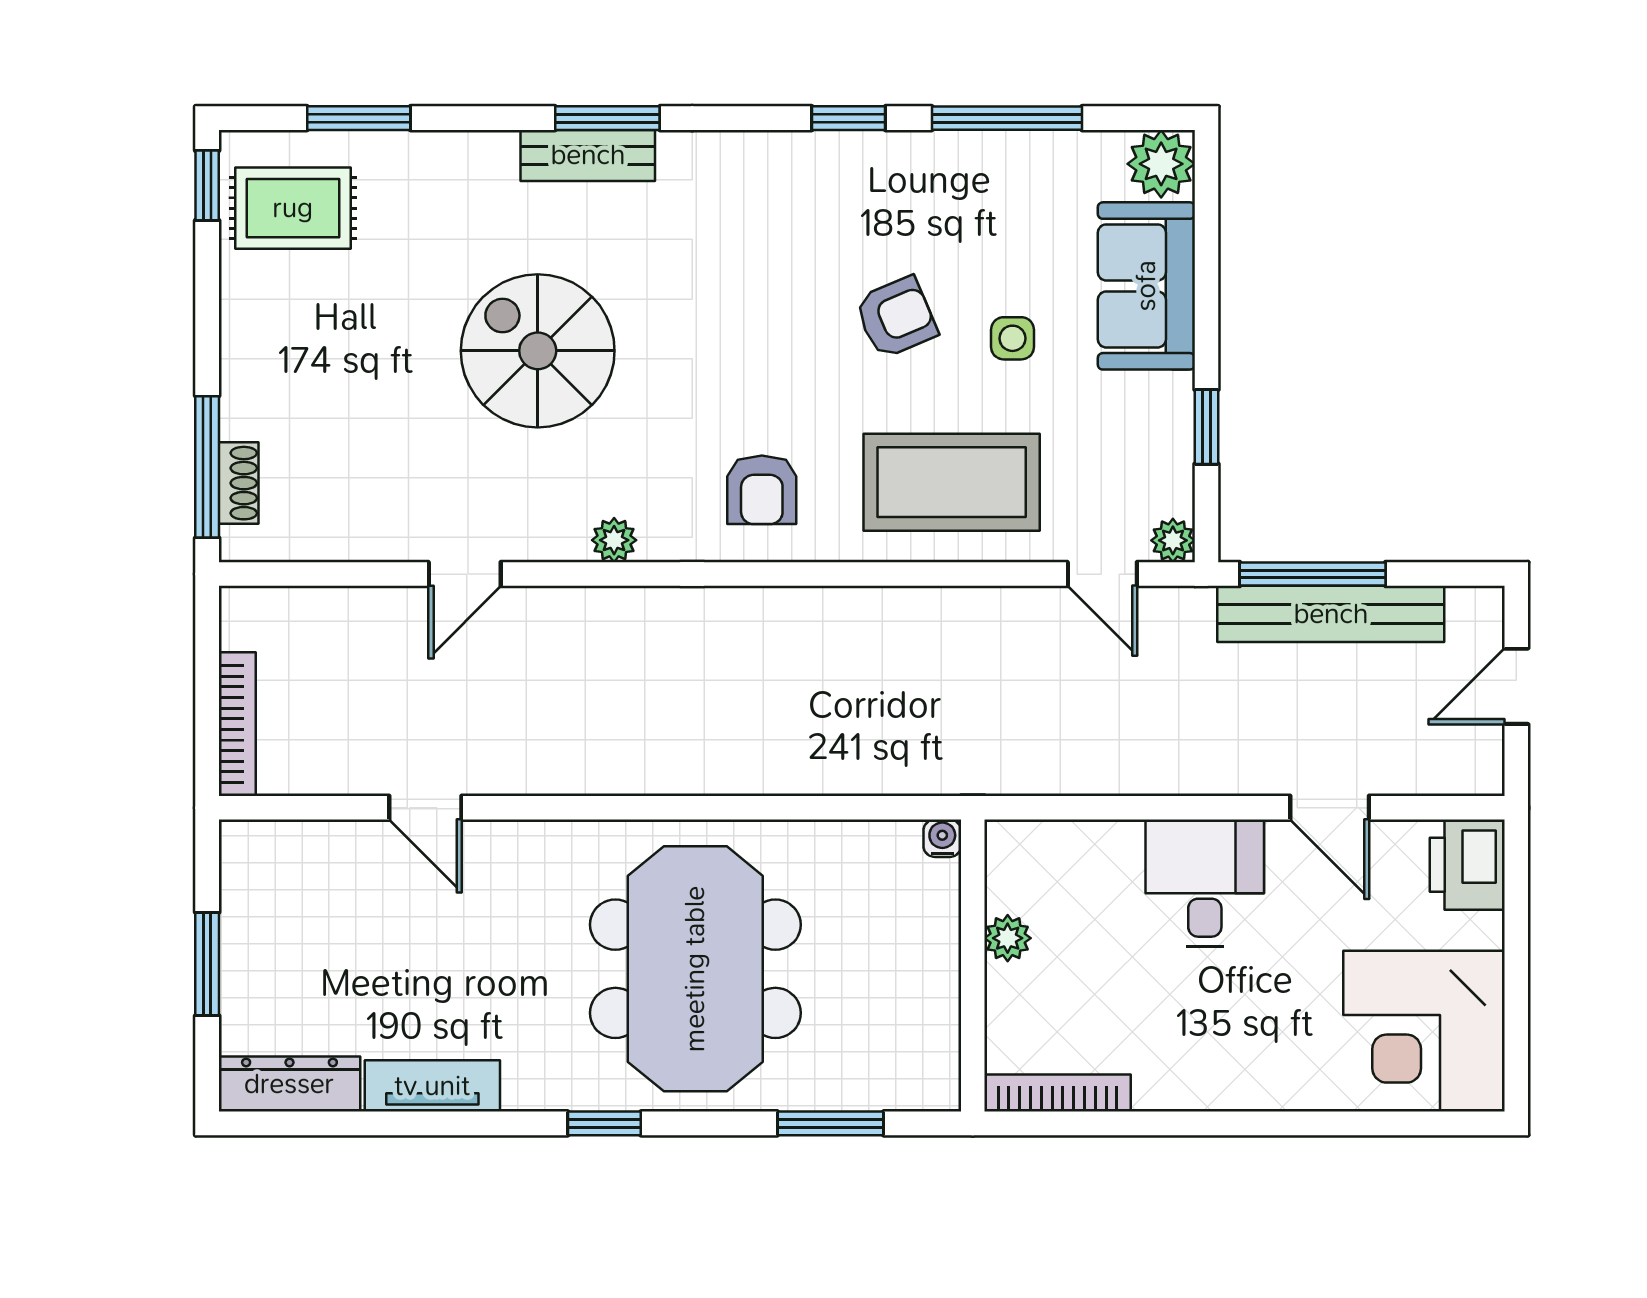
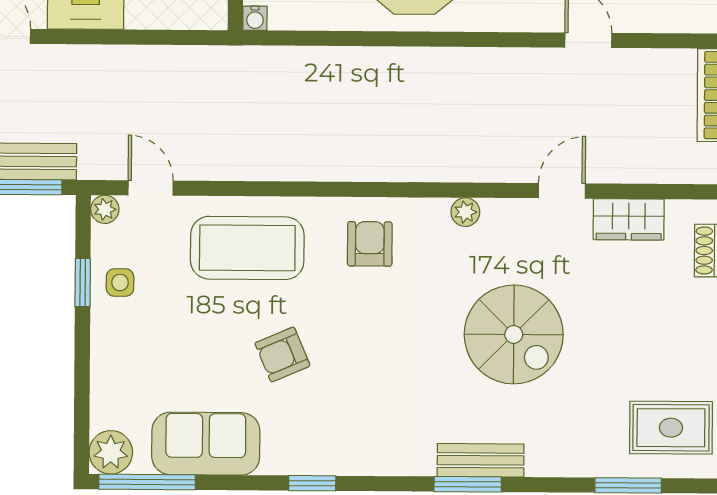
window: (1007, 118) -> (147, 482), moved
sofa: (1146, 286) -> (206, 444), moved, turned -90
side table: (1012, 338) -> (120, 282), moved
wardrobe: (361, 531) -> (629, 219), added

